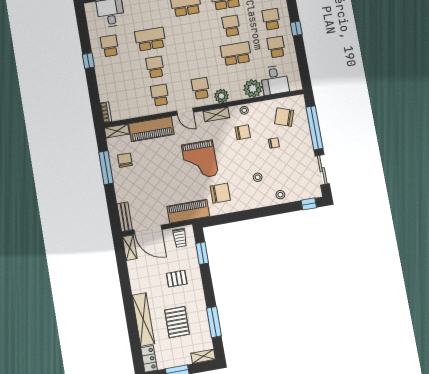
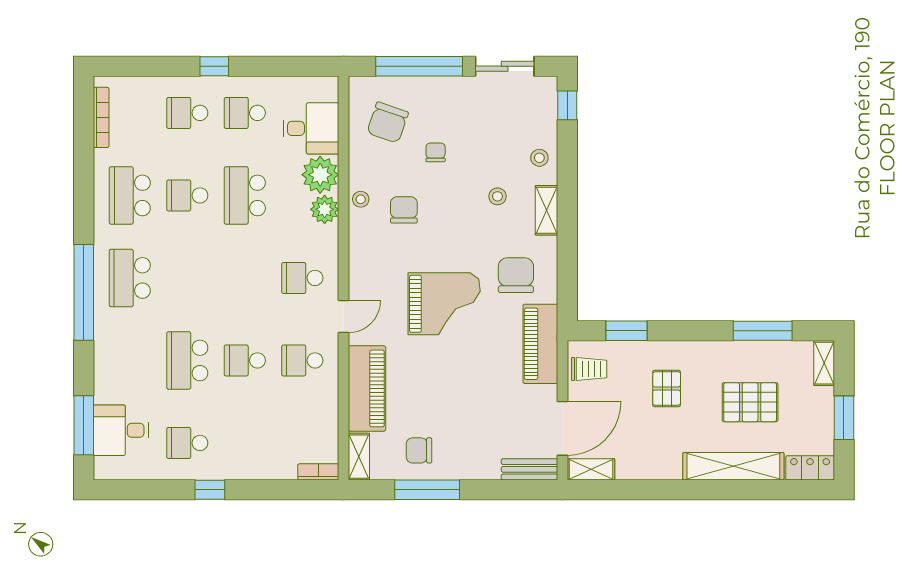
plant: (222, 96) -> (325, 209), moved
shelving: (216, 114) -> (546, 210), moved

